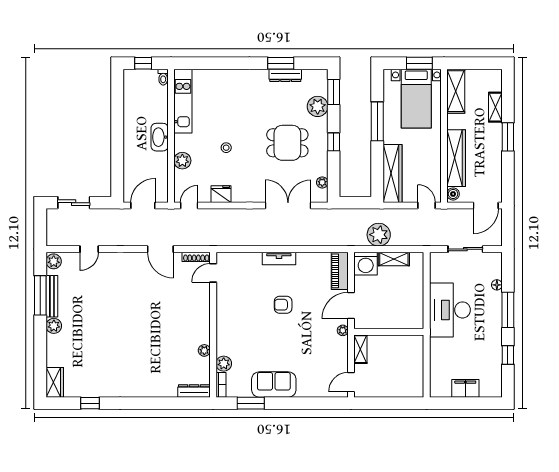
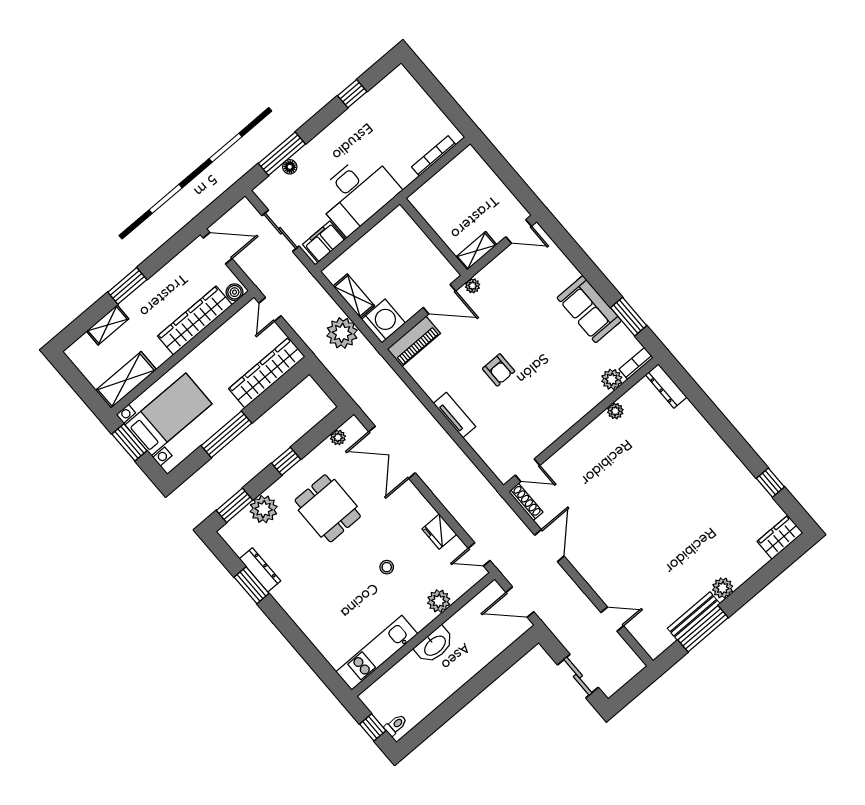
toilet: (163, 77) -> (396, 725), moved
plant: (54, 261) -> (656, 645), removed
window: (508, 310) -> (282, 154), moved
bookcase: (434, 371) -> (434, 156), added
filing cabinet: (465, 388) -> (324, 242), moved, turned 90

